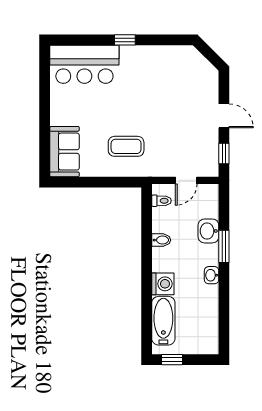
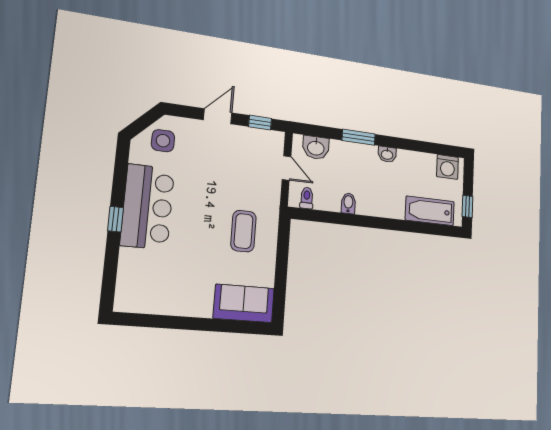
bar counter: (84, 64) -> (148, 207), moved
side table: (196, 72) -> (163, 141), added
washbasin: (208, 231) -> (316, 148), moved
washing machine: (163, 284) -> (447, 167), moved, turned 180

